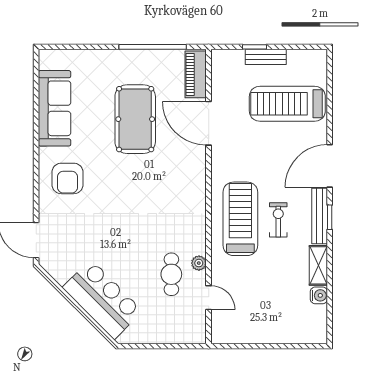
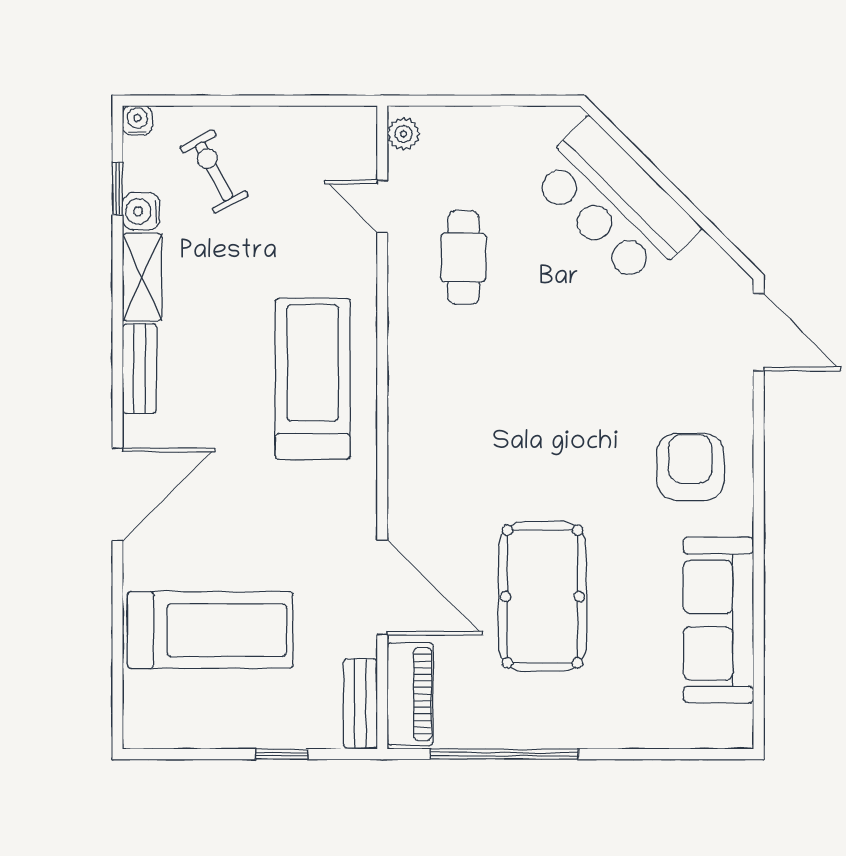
bench: (266, 57) -> (360, 703), moved, turned 90
bench: (320, 216) -> (140, 369), width x0.73
window: (330, 217) -> (118, 189), moved
treadmill: (240, 219) -> (313, 379), turned 180
exercise bike: (278, 220) -> (214, 171), moved, turned 152
plant: (199, 263) -> (404, 134), moved
water cooler: (321, 337) -> (137, 120), added

